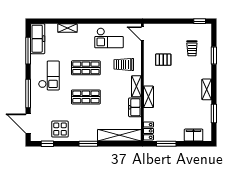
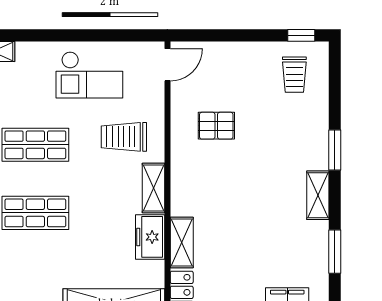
door: (142, 34) -> (167, 65), swing flipped
trolley: (192, 48) -> (294, 75), moved
window: (214, 56) -> (335, 150), moved
shelving: (148, 97) -> (182, 243), moved

